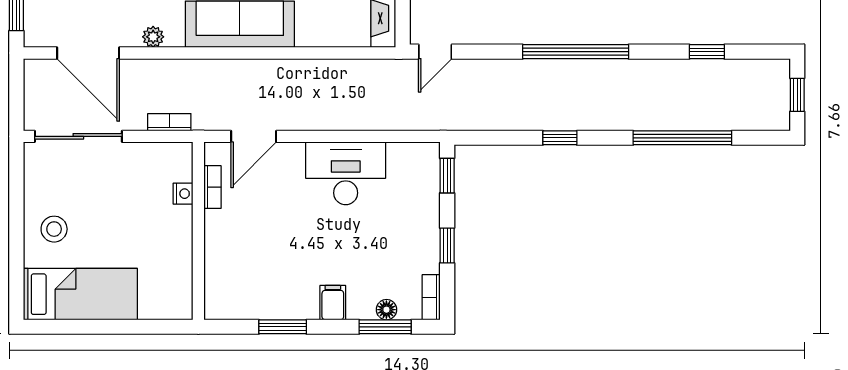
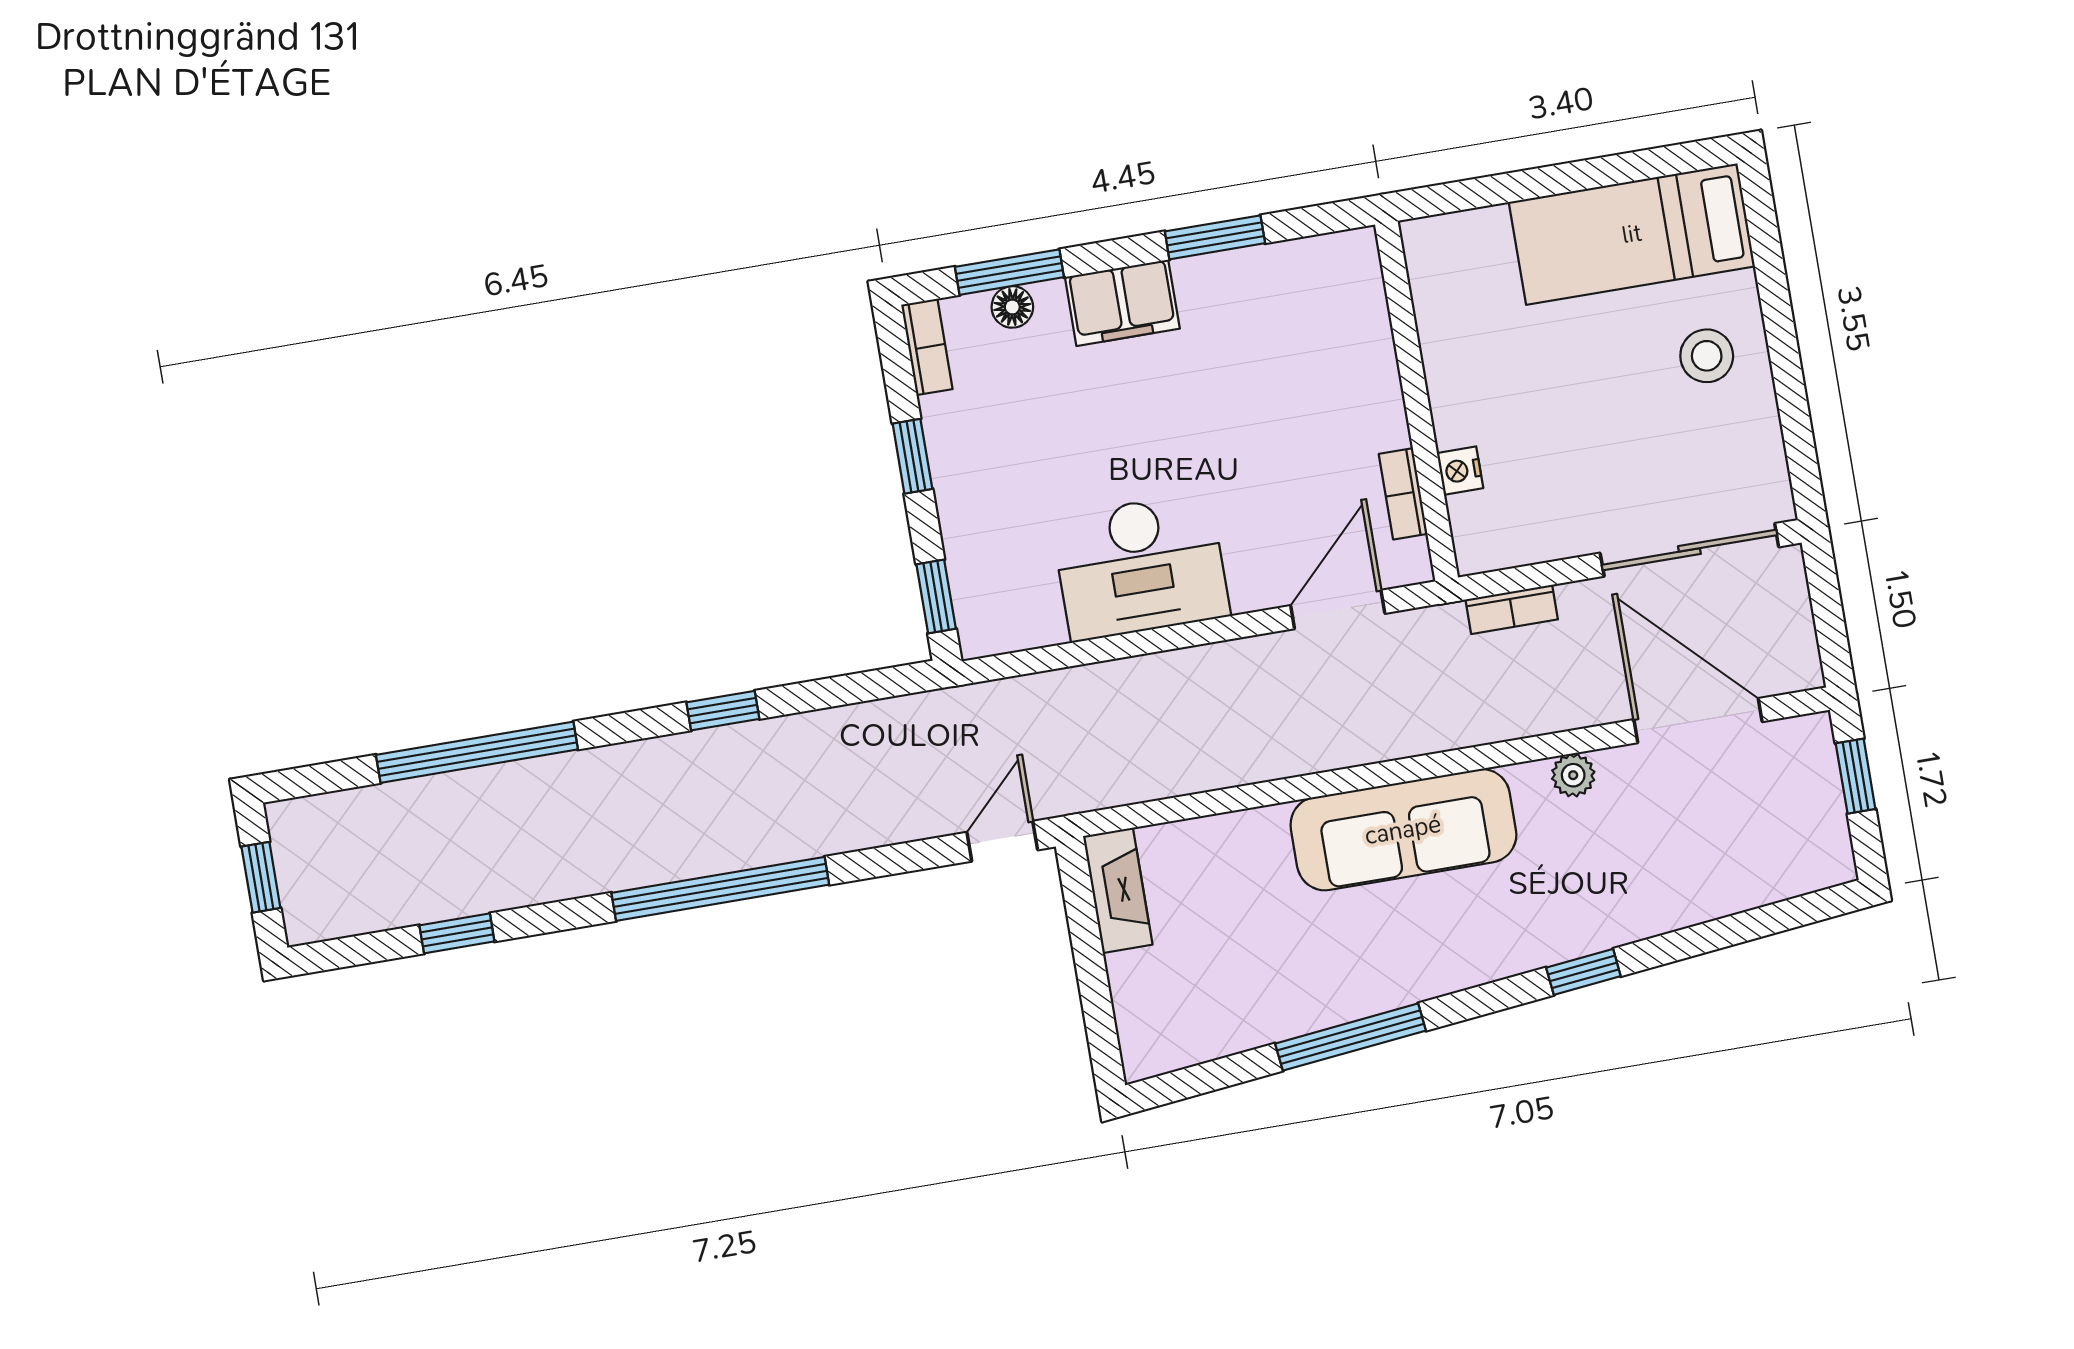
filing cabinet: (333, 303) -> (1122, 303), width x2.00

